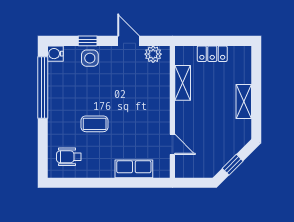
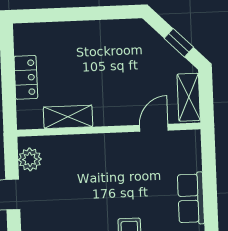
shelving: (244, 101) -> (189, 97), moved, turned 90
row of seats: (134, 169) -> (191, 198), moved

